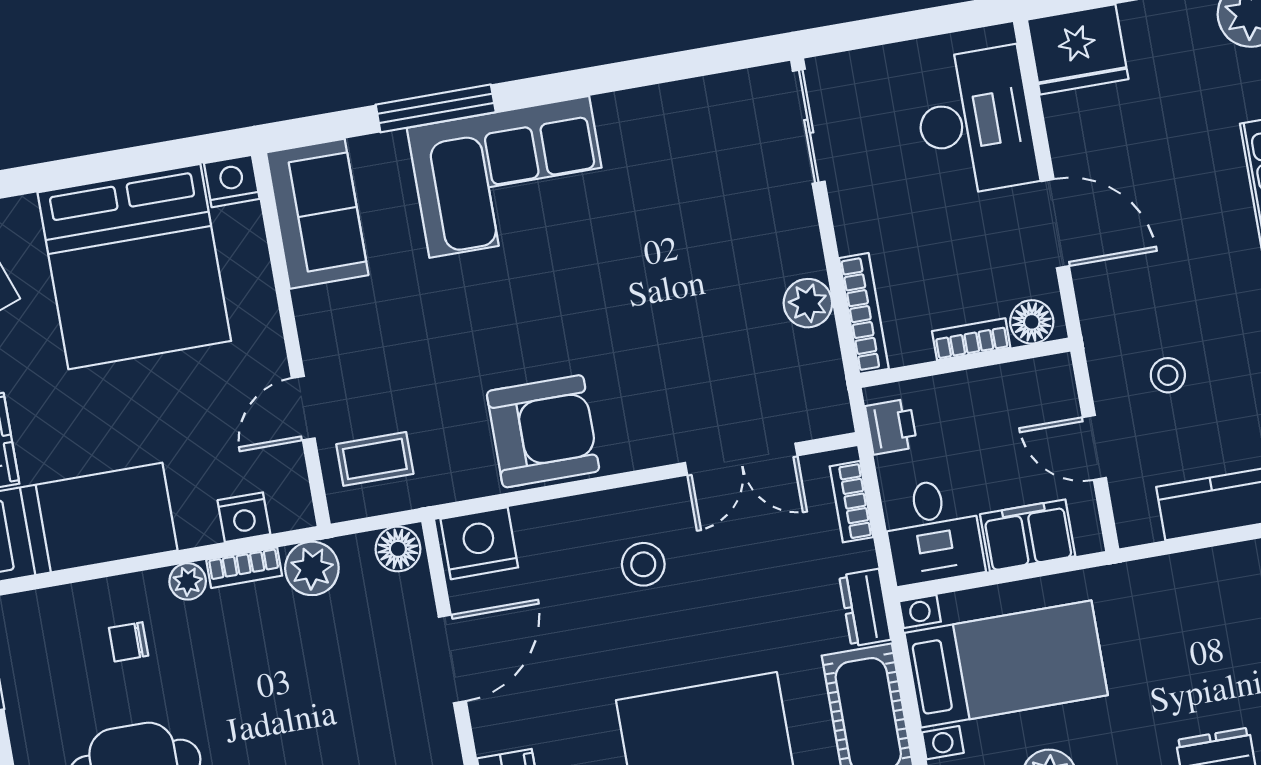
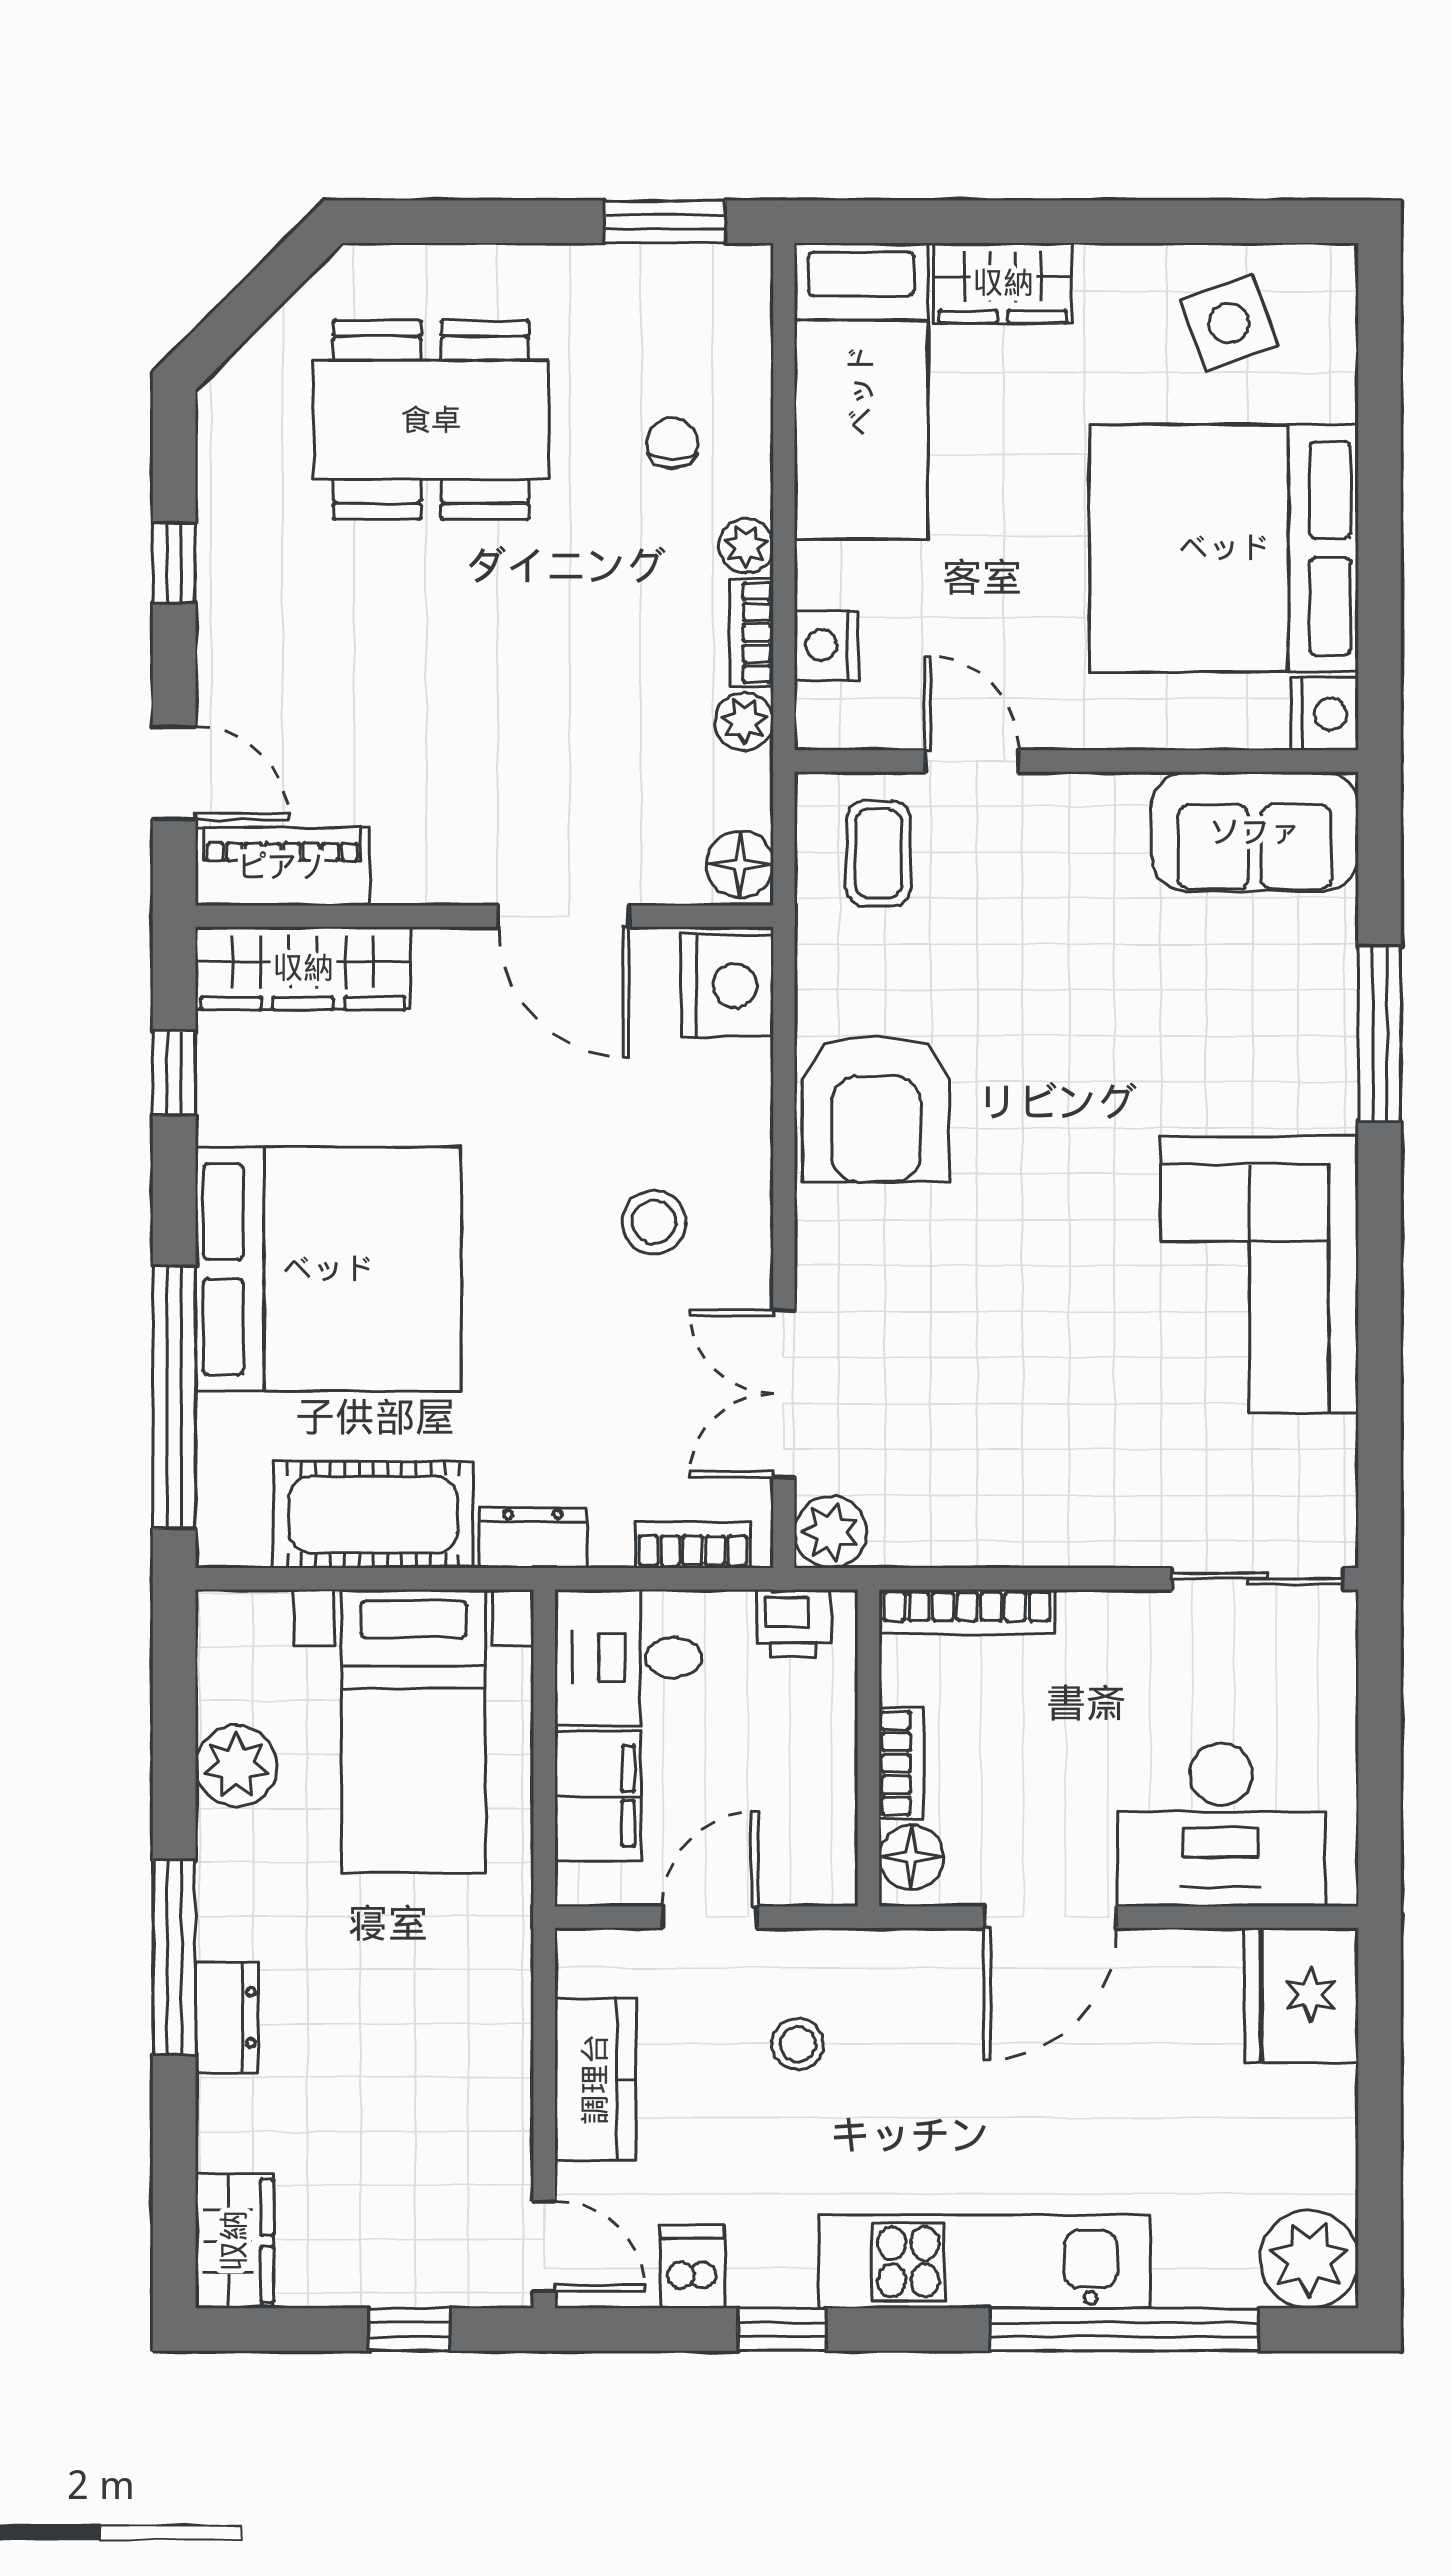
corner sofa: (509, 177) -> (1260, 1274), moved
plant: (808, 303) -> (831, 1532), moved
plant: (312, 568) -> (744, 721), width x0.73, depth x0.73

